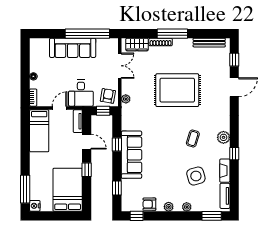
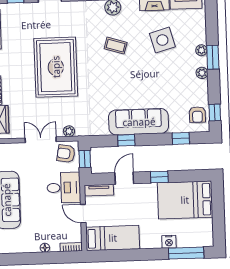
double door: (120, 66) -> (41, 140), moved
armchair: (149, 204) -> (197, 115), moved
nightstand: (35, 206) -> (169, 242), moved
window: (212, 216) -> (213, 57), moved

